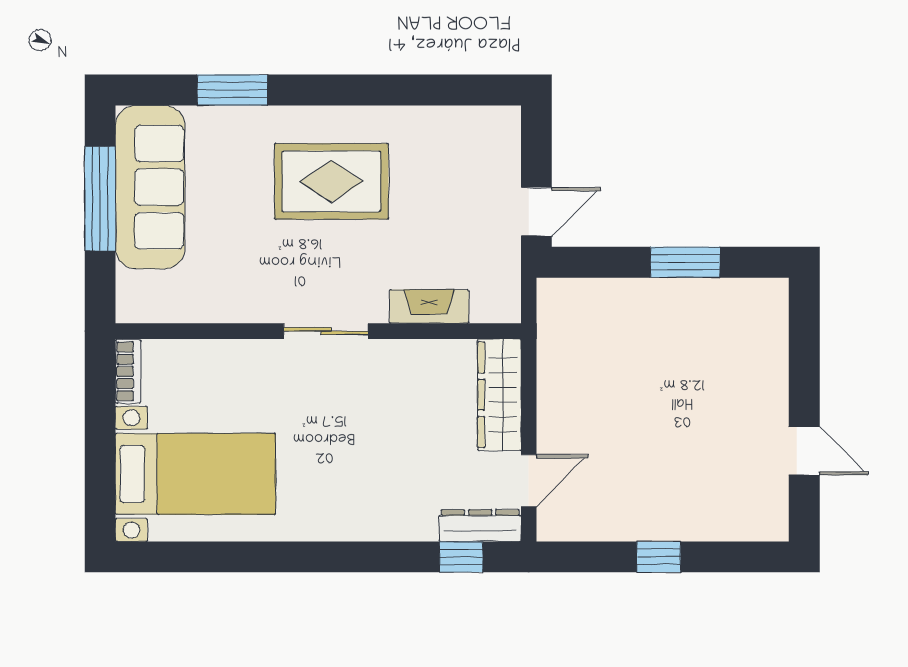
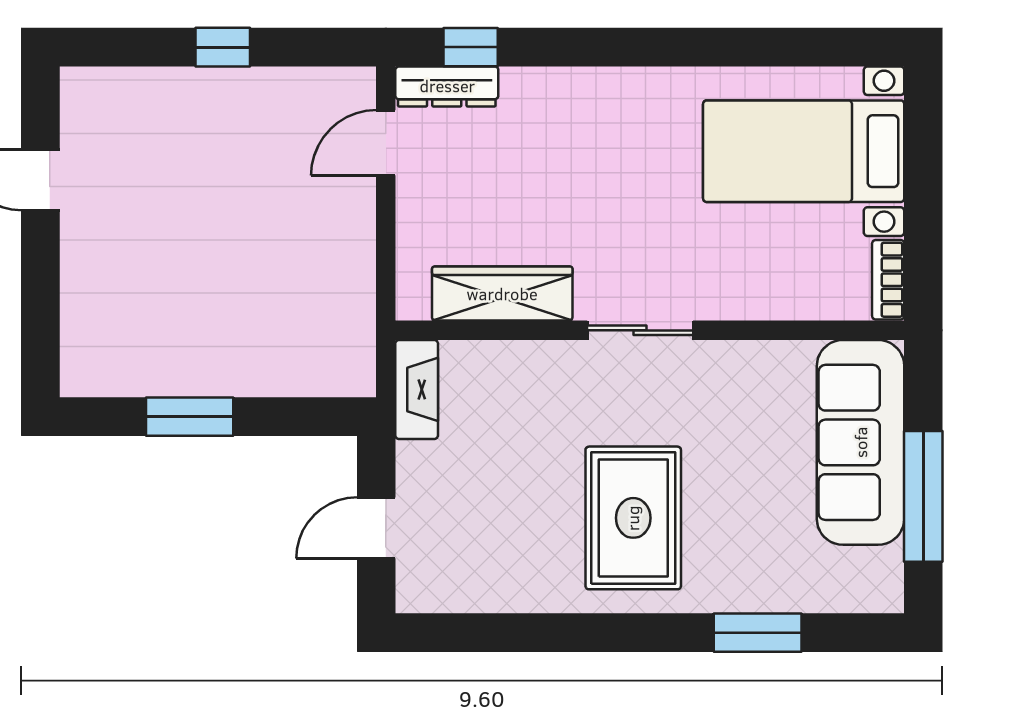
rug: (331, 181) -> (633, 518), turned 90
sofa: (150, 187) -> (861, 442), moved
door: (536, 212) -> (376, 528), moved
fireplace: (429, 307) -> (417, 389), moved, turned -90
wardrobe: (499, 395) -> (502, 294), moved, turned -90

